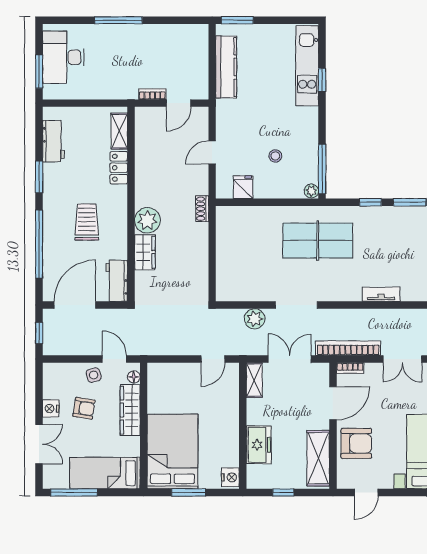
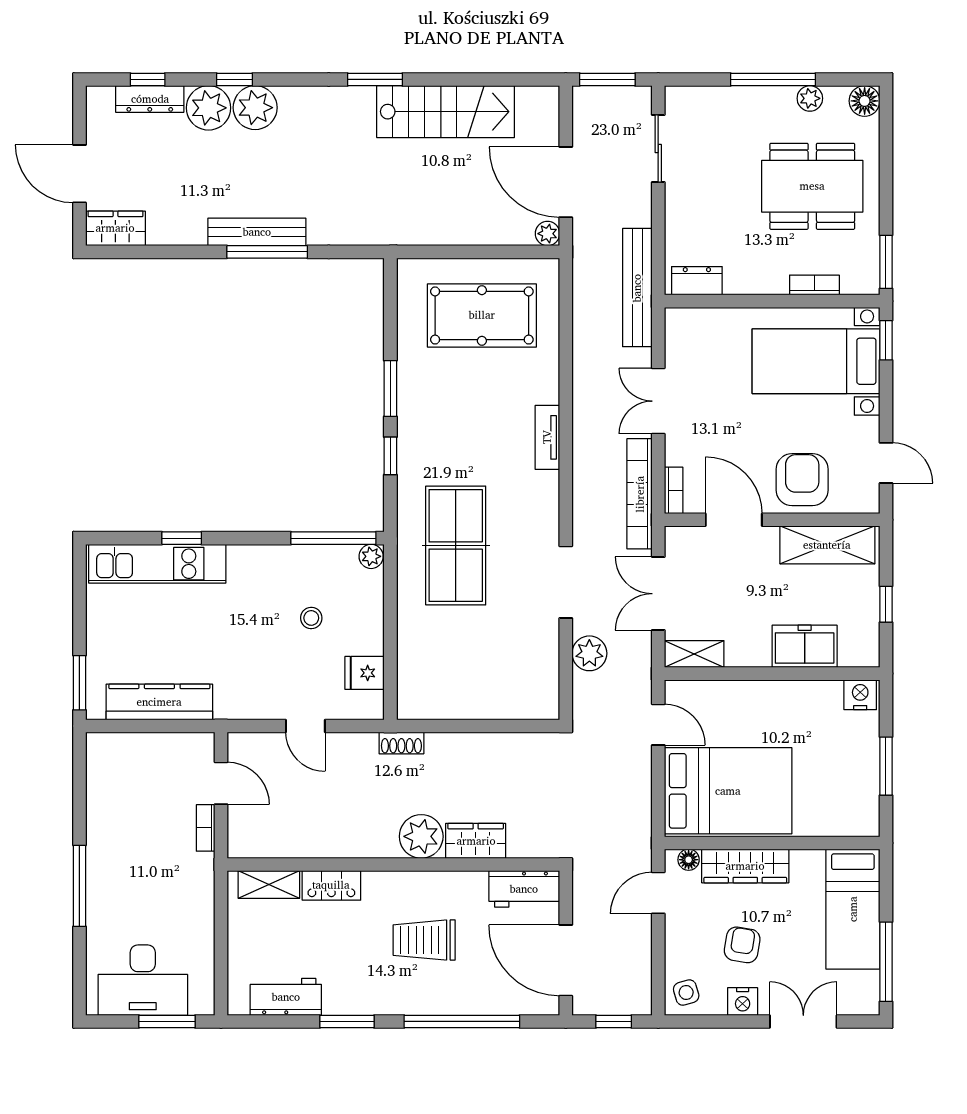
double door: (402, 359) -> (658, 401), swing flipped
side table: (94, 375) -> (686, 993), moved
bed: (172, 452) -> (728, 791), moved, turned 180

